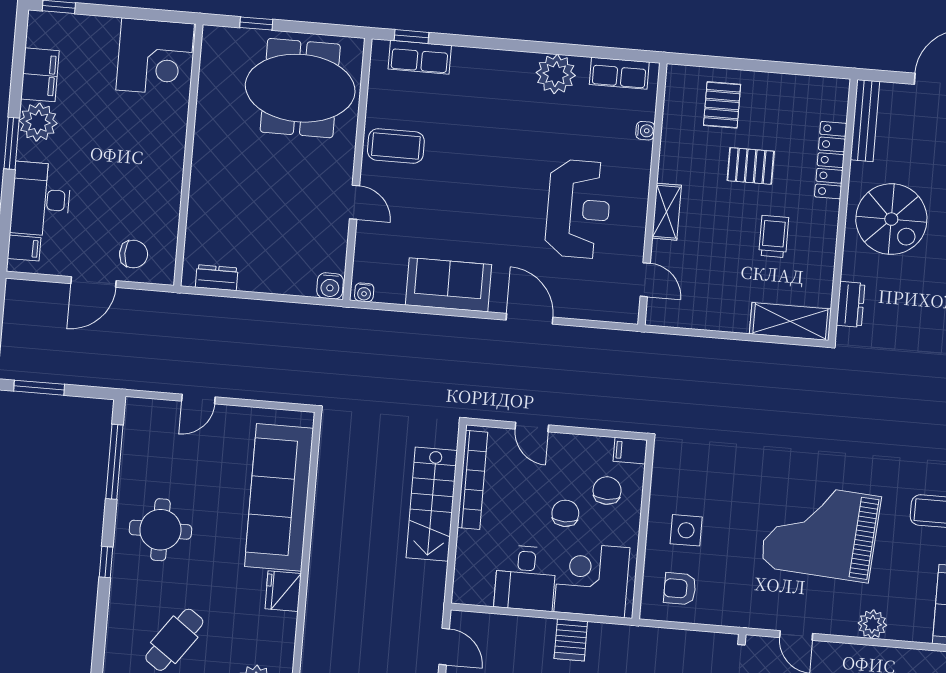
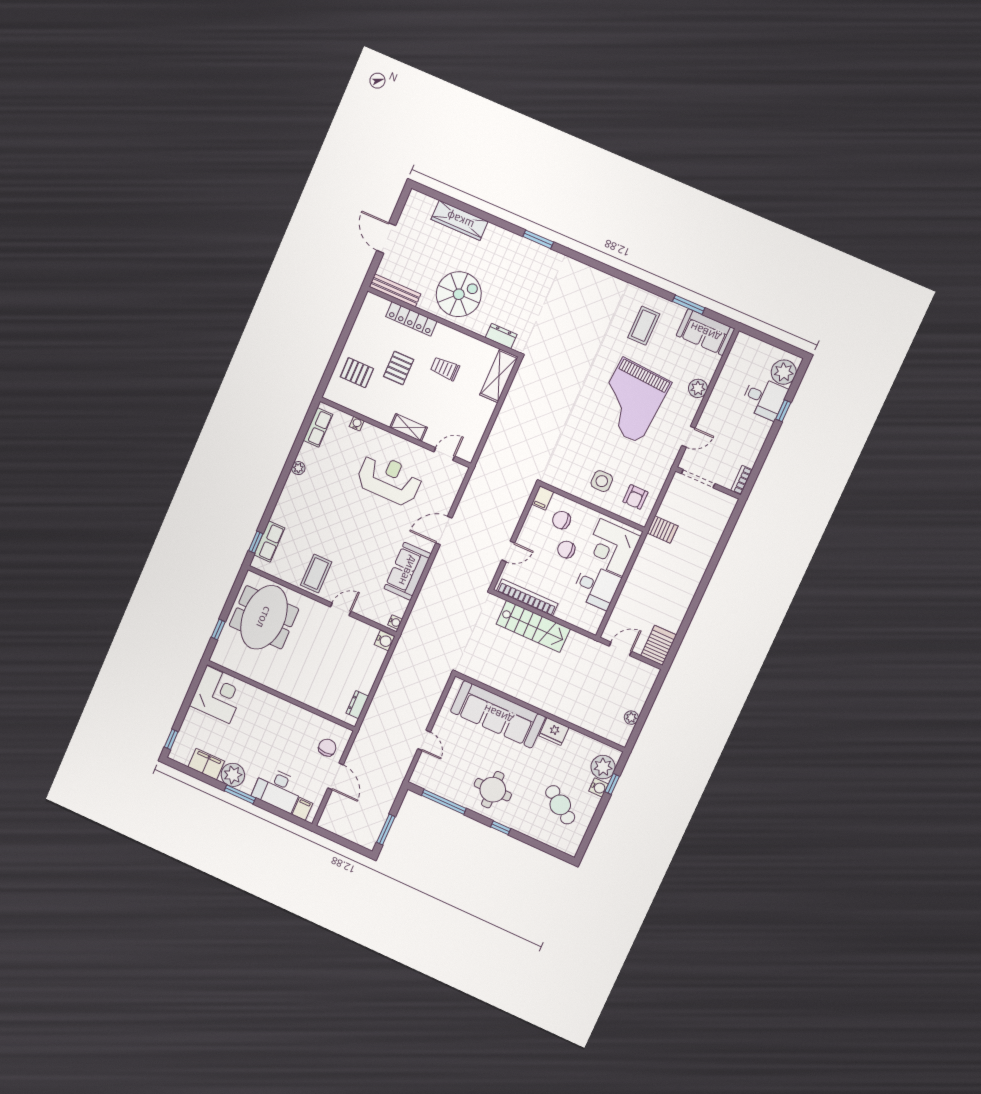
plant: (556, 74) -> (298, 468), width x0.53, depth x0.53
server rack: (571, 640) -> (663, 530), moved

